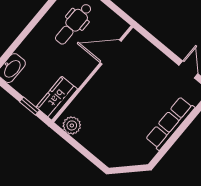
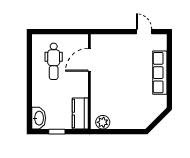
window: (29, 106) -> (57, 132), moved

